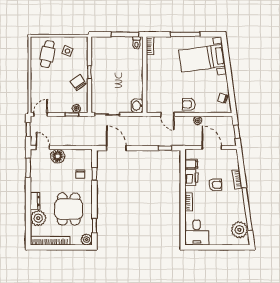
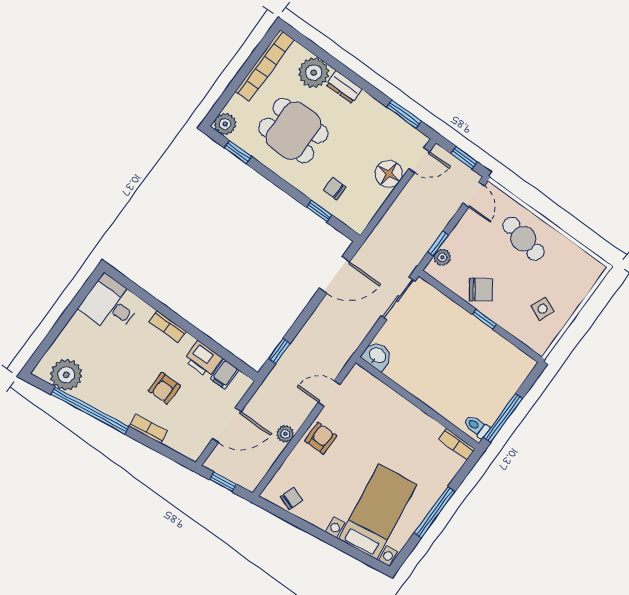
cafe table: (47, 54) -> (524, 239), moved

